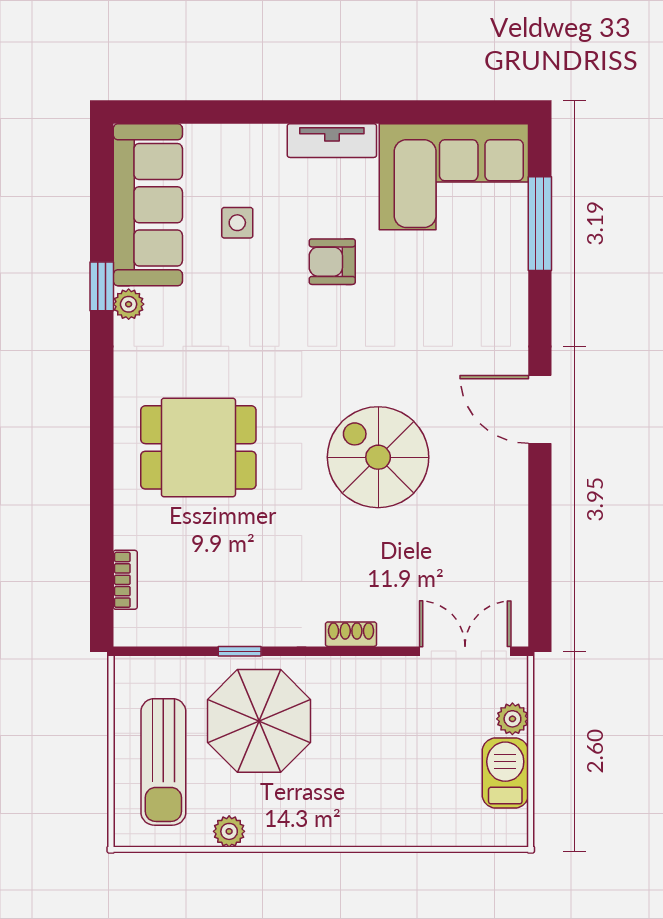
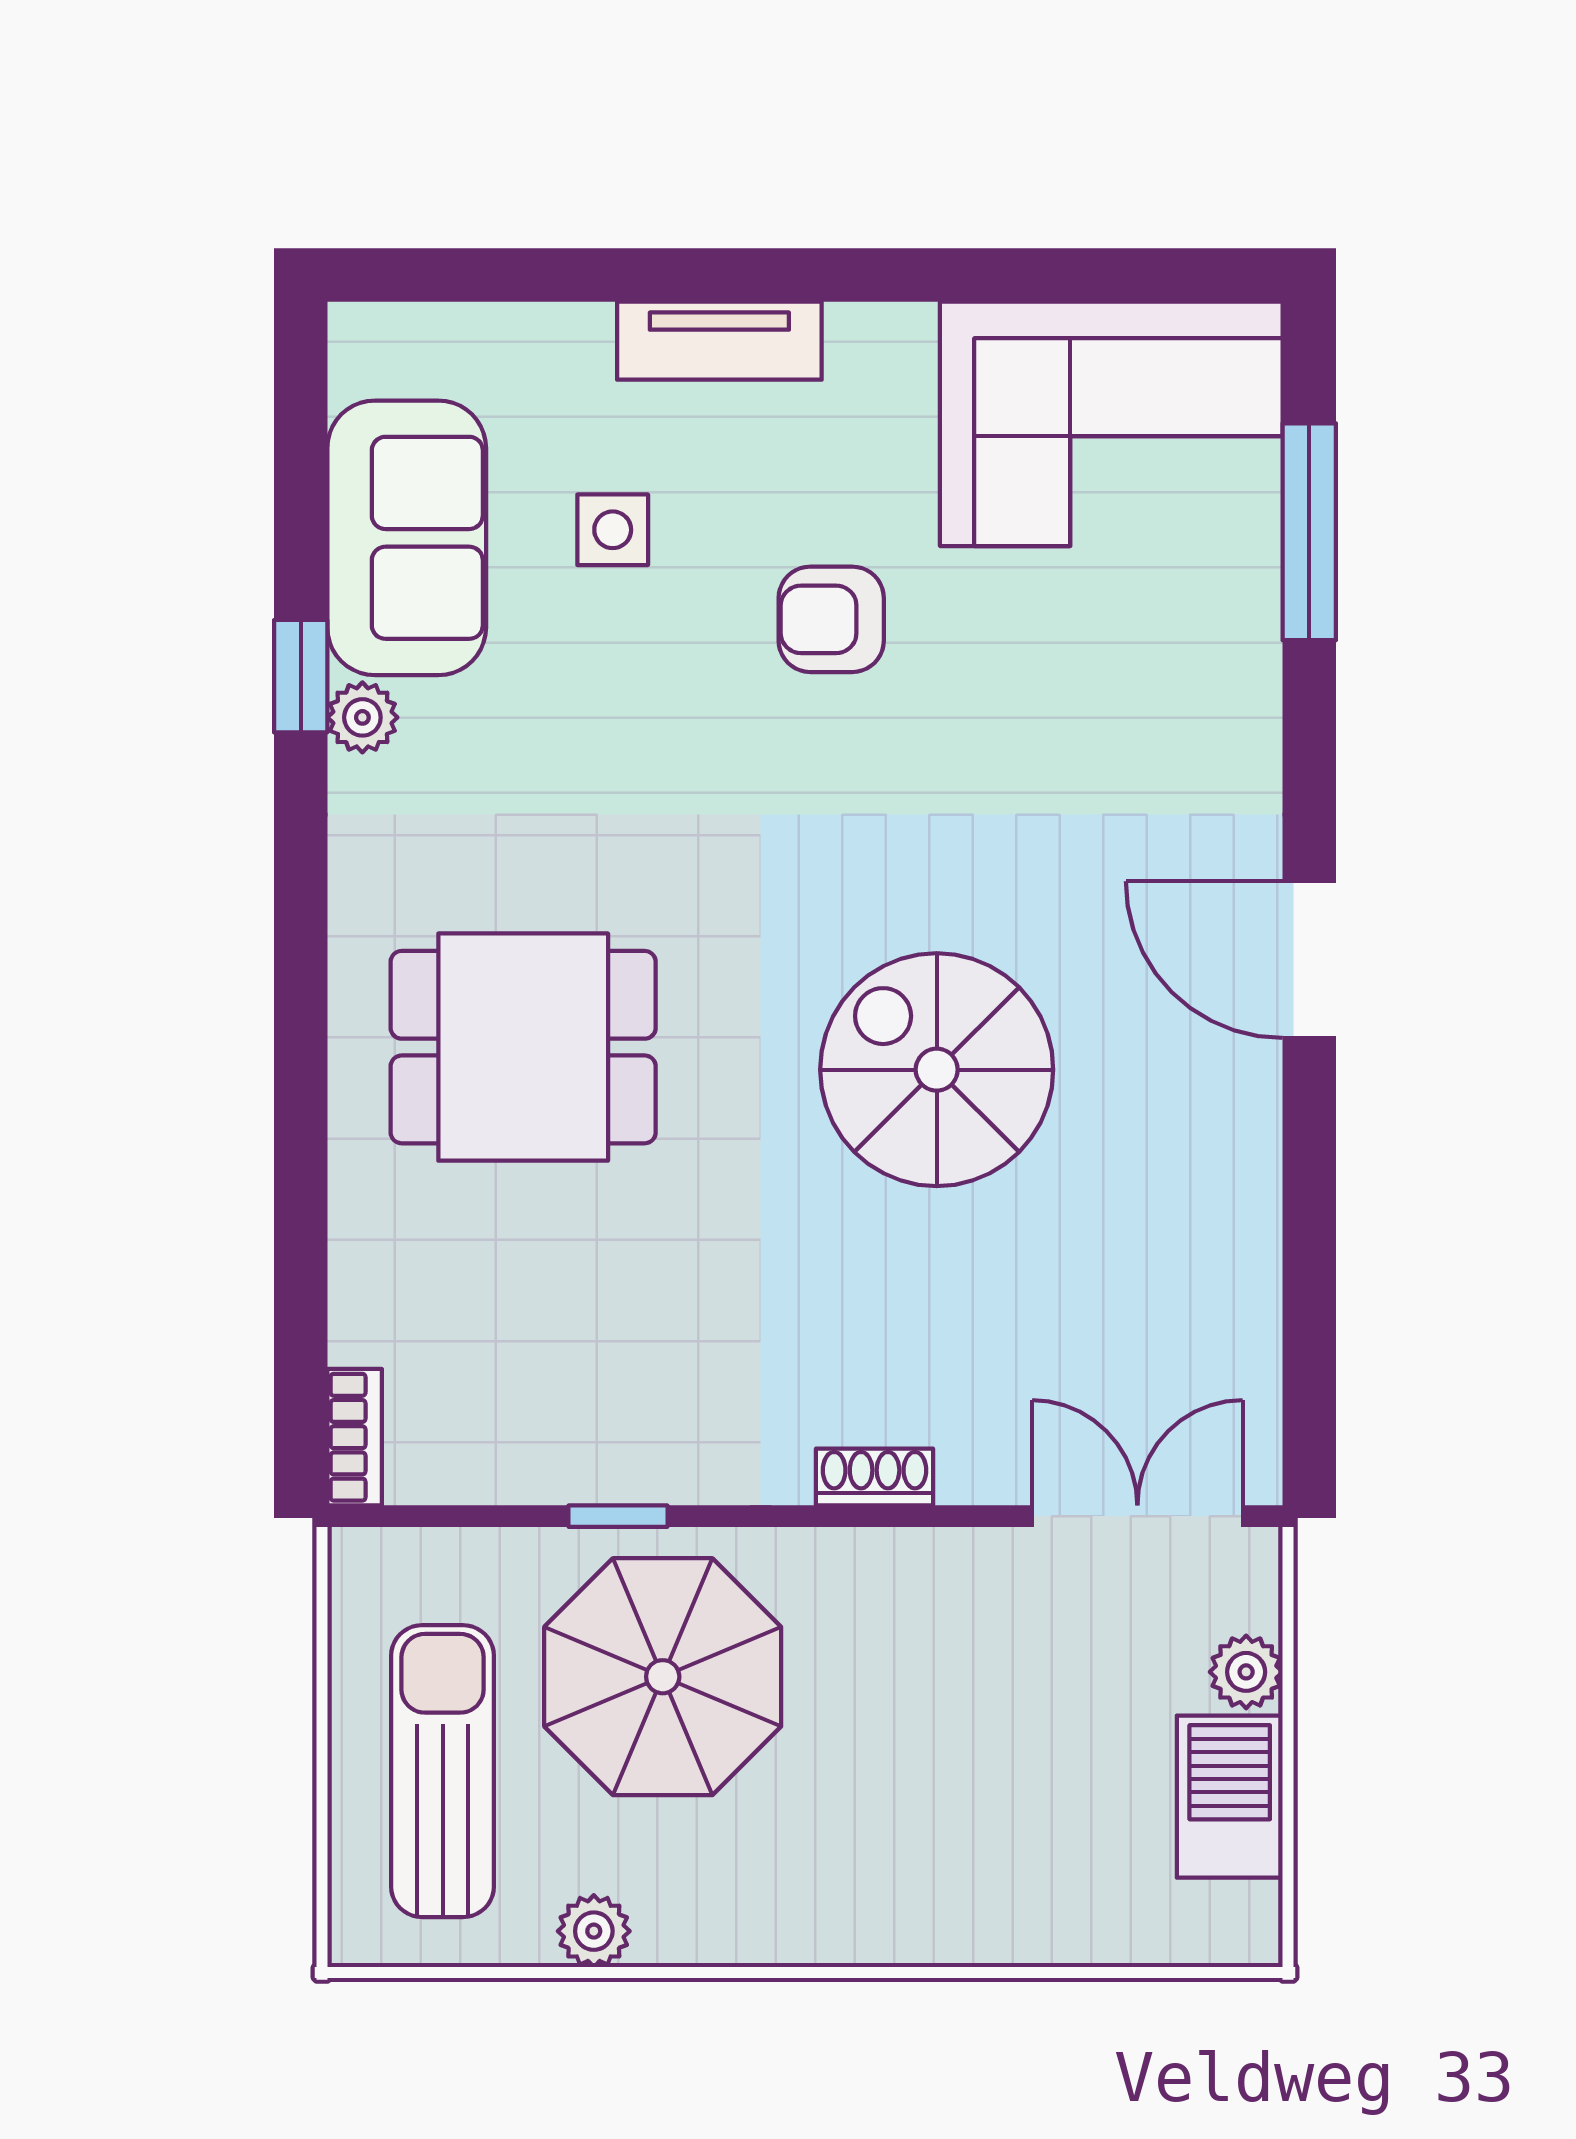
tv unit: (332, 141) -> (719, 341), moved
sofa: (148, 205) -> (407, 538), width x0.73
bookcase: (125, 580) -> (355, 1437), moved
sun lounger: (163, 762) -> (443, 1771), turned 180

